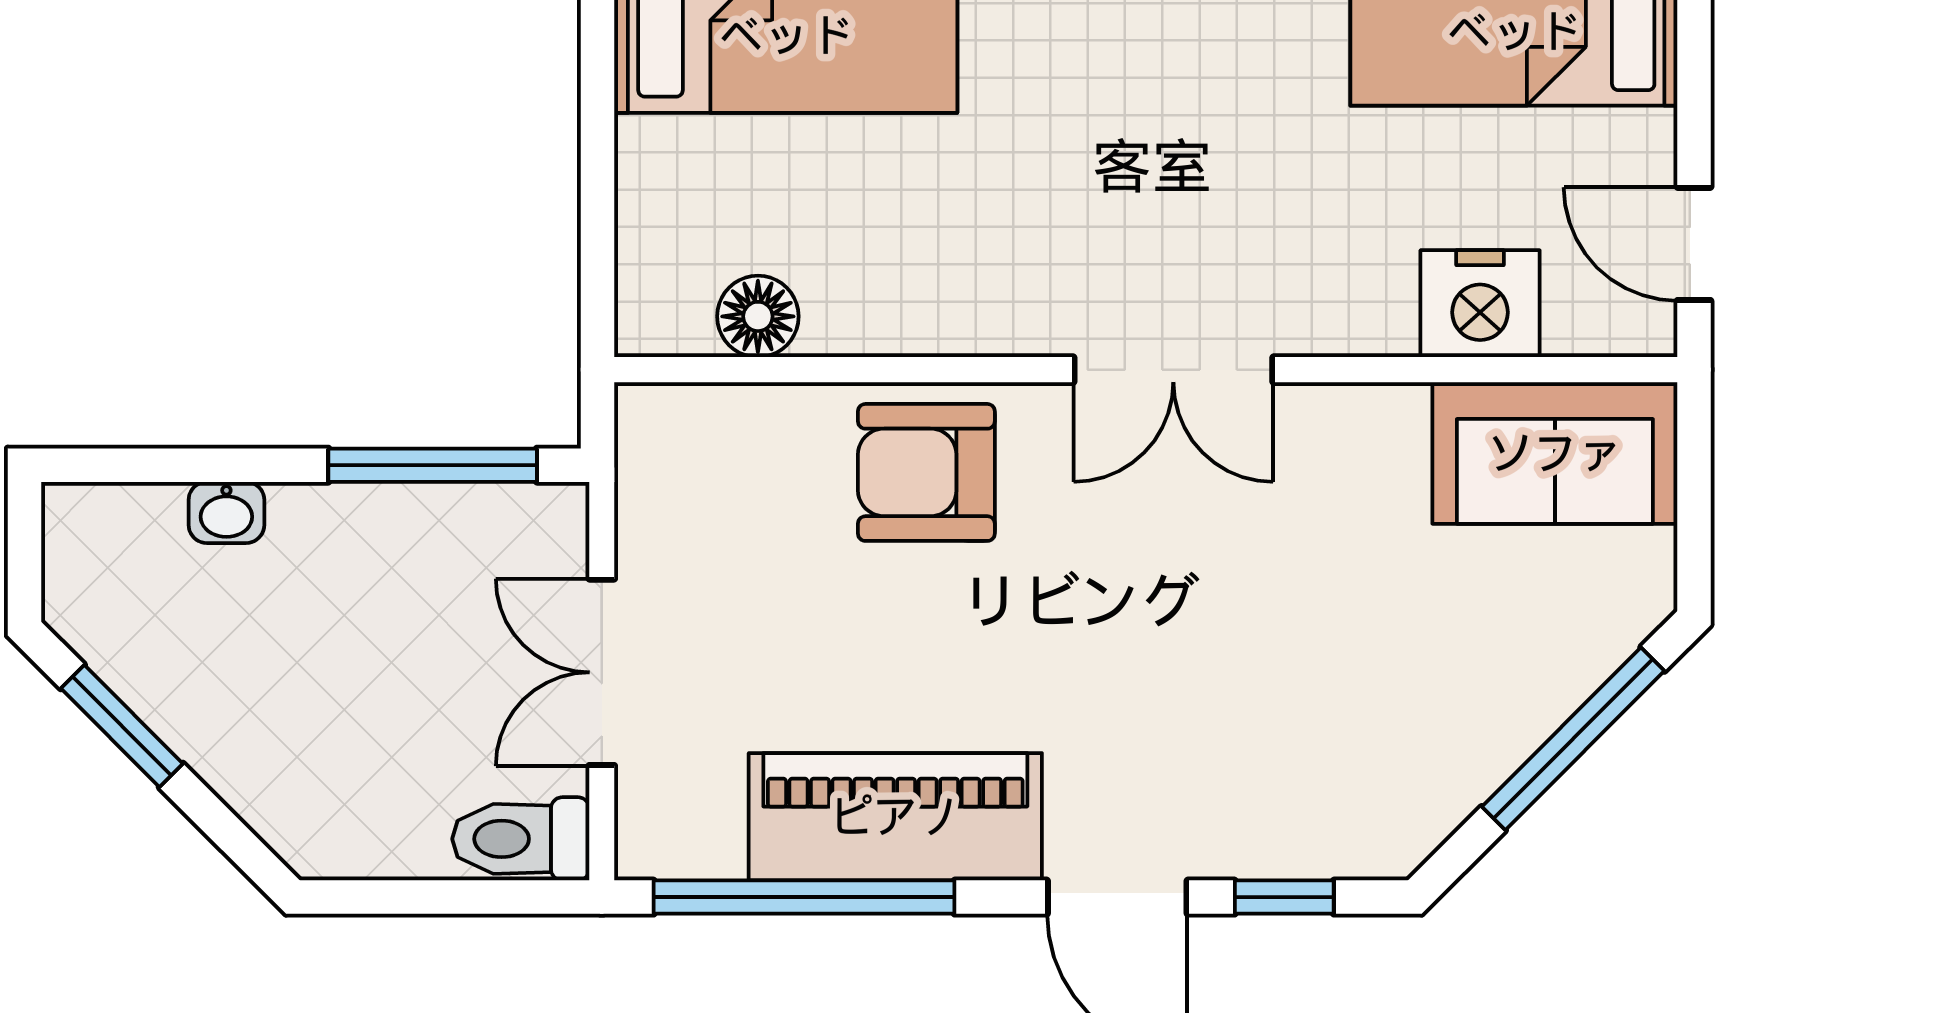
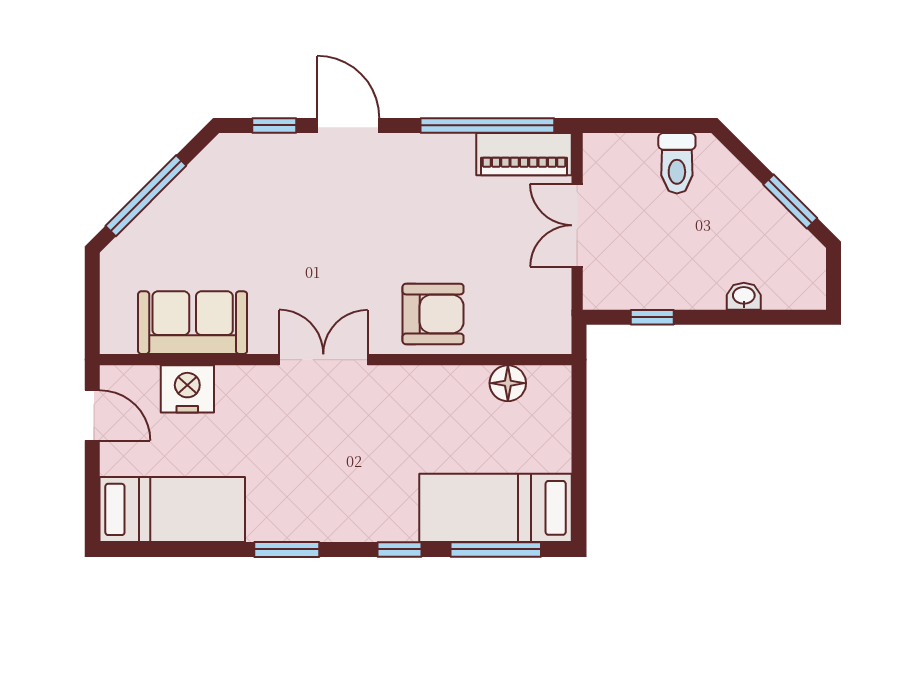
sofa: (1555, 453) -> (193, 323), moved
window: (433, 465) -> (652, 317), width x0.46
double door: (602, 672) -> (577, 225), swing flipped
piano: (895, 817) -> (524, 154), moved, width x0.73, depth x0.75
toilet: (521, 839) -> (677, 163), moved, turned 90

